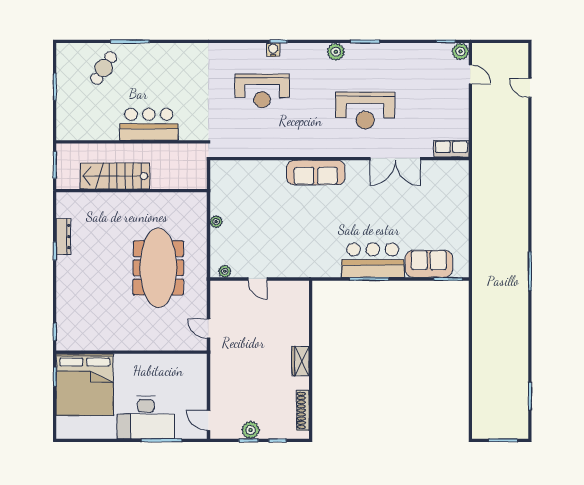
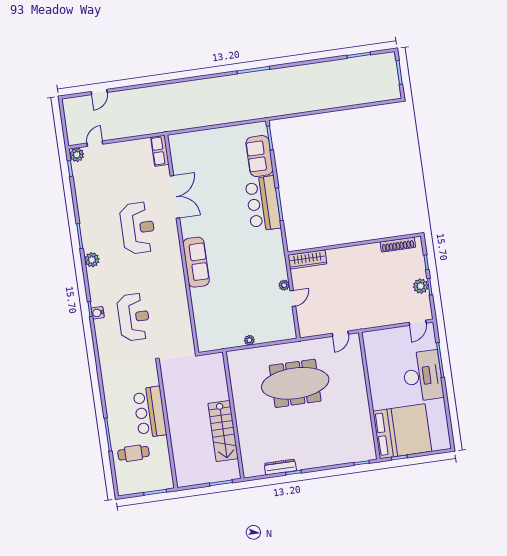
cafe table: (104, 68) -> (133, 453), turned -33
bar counter: (149, 124) -> (150, 412), moved
wall: (132, 142) -> (167, 425), moved
plant: (225, 271) -> (284, 285), moved
wardrobe: (301, 361) -> (307, 259), moved, width x1.50

